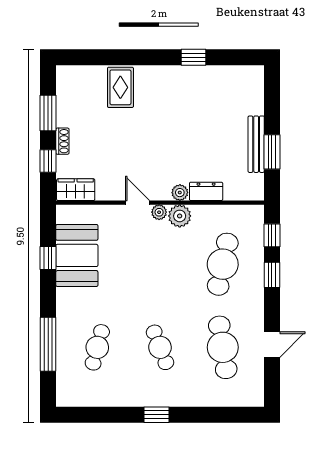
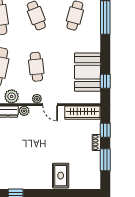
wardrobe: (76, 190) -> (82, 113), width x1.50
plant: (180, 216) -> (12, 96), moved
window: (48, 258) -> (105, 81), moved
cafe table: (160, 264) -> (36, 67), added

